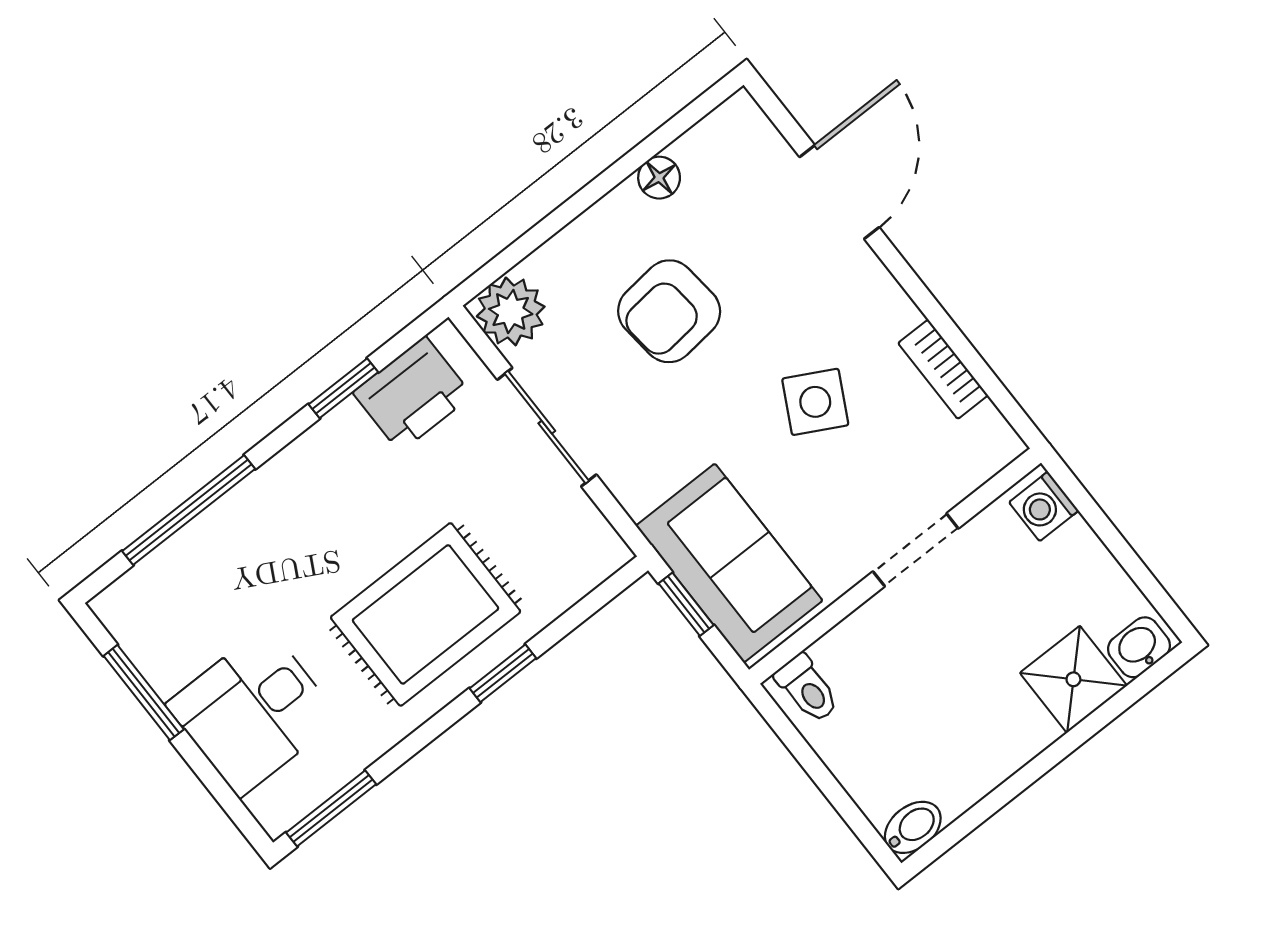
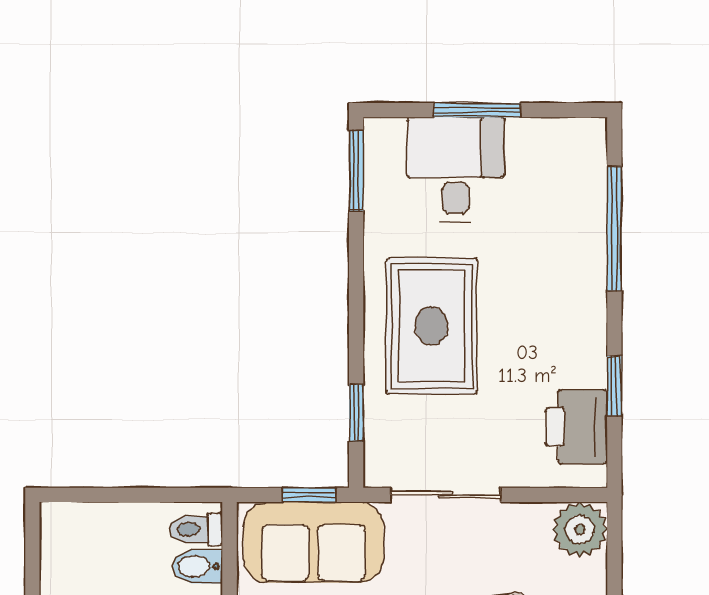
sliding door: (547, 427) -> (446, 495), moved
window: (503, 673) -> (356, 413), moved
window: (144, 693) -> (477, 110), moved
bidet: (913, 827) -> (197, 566), moved, turned 90

